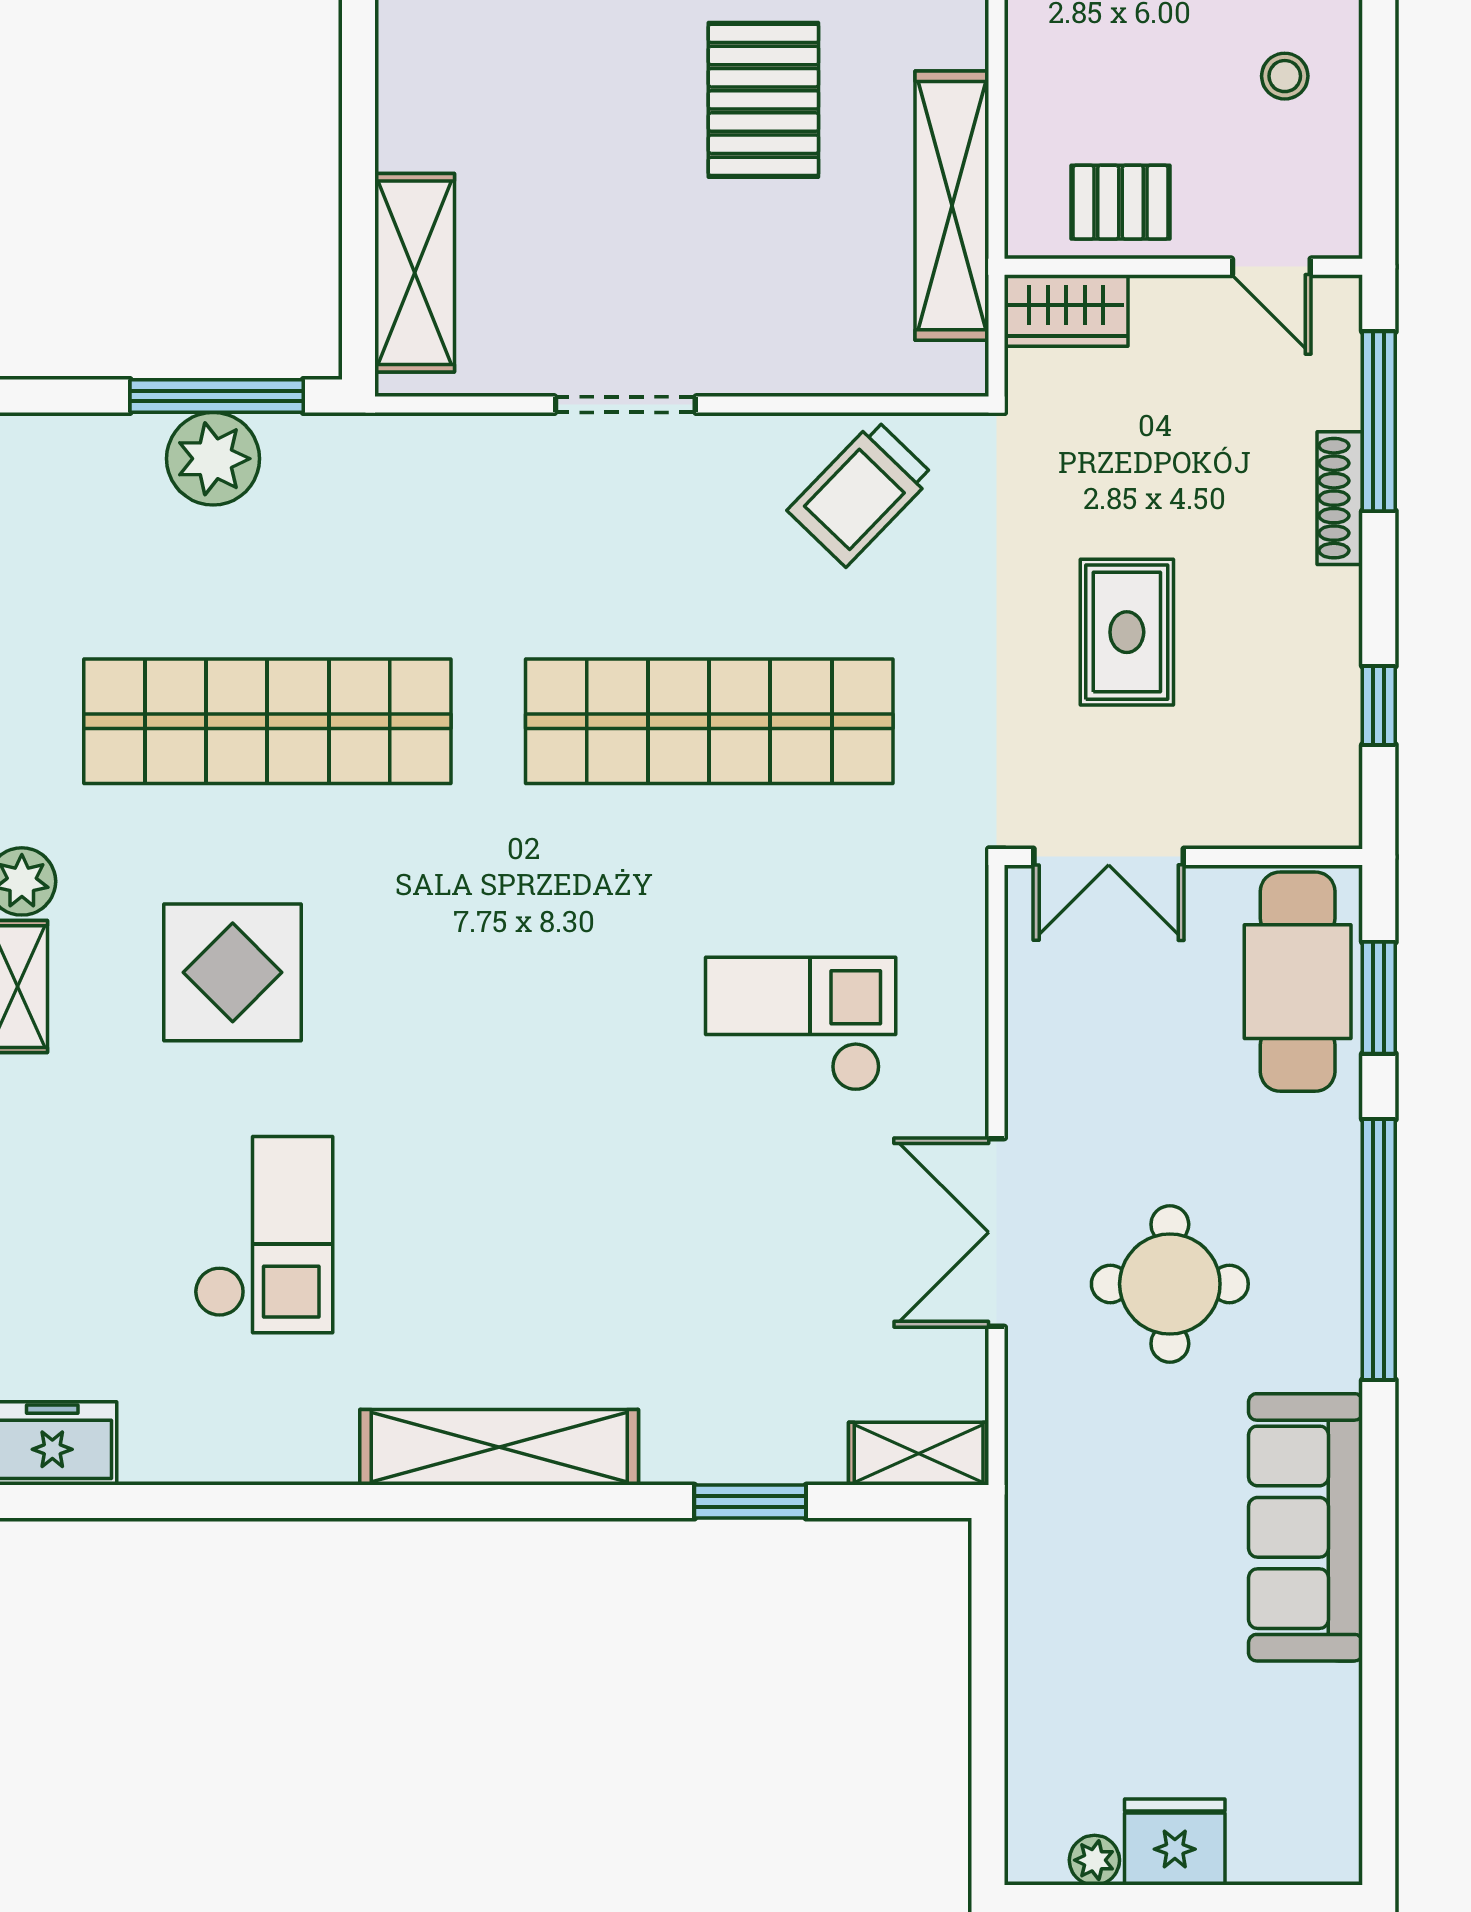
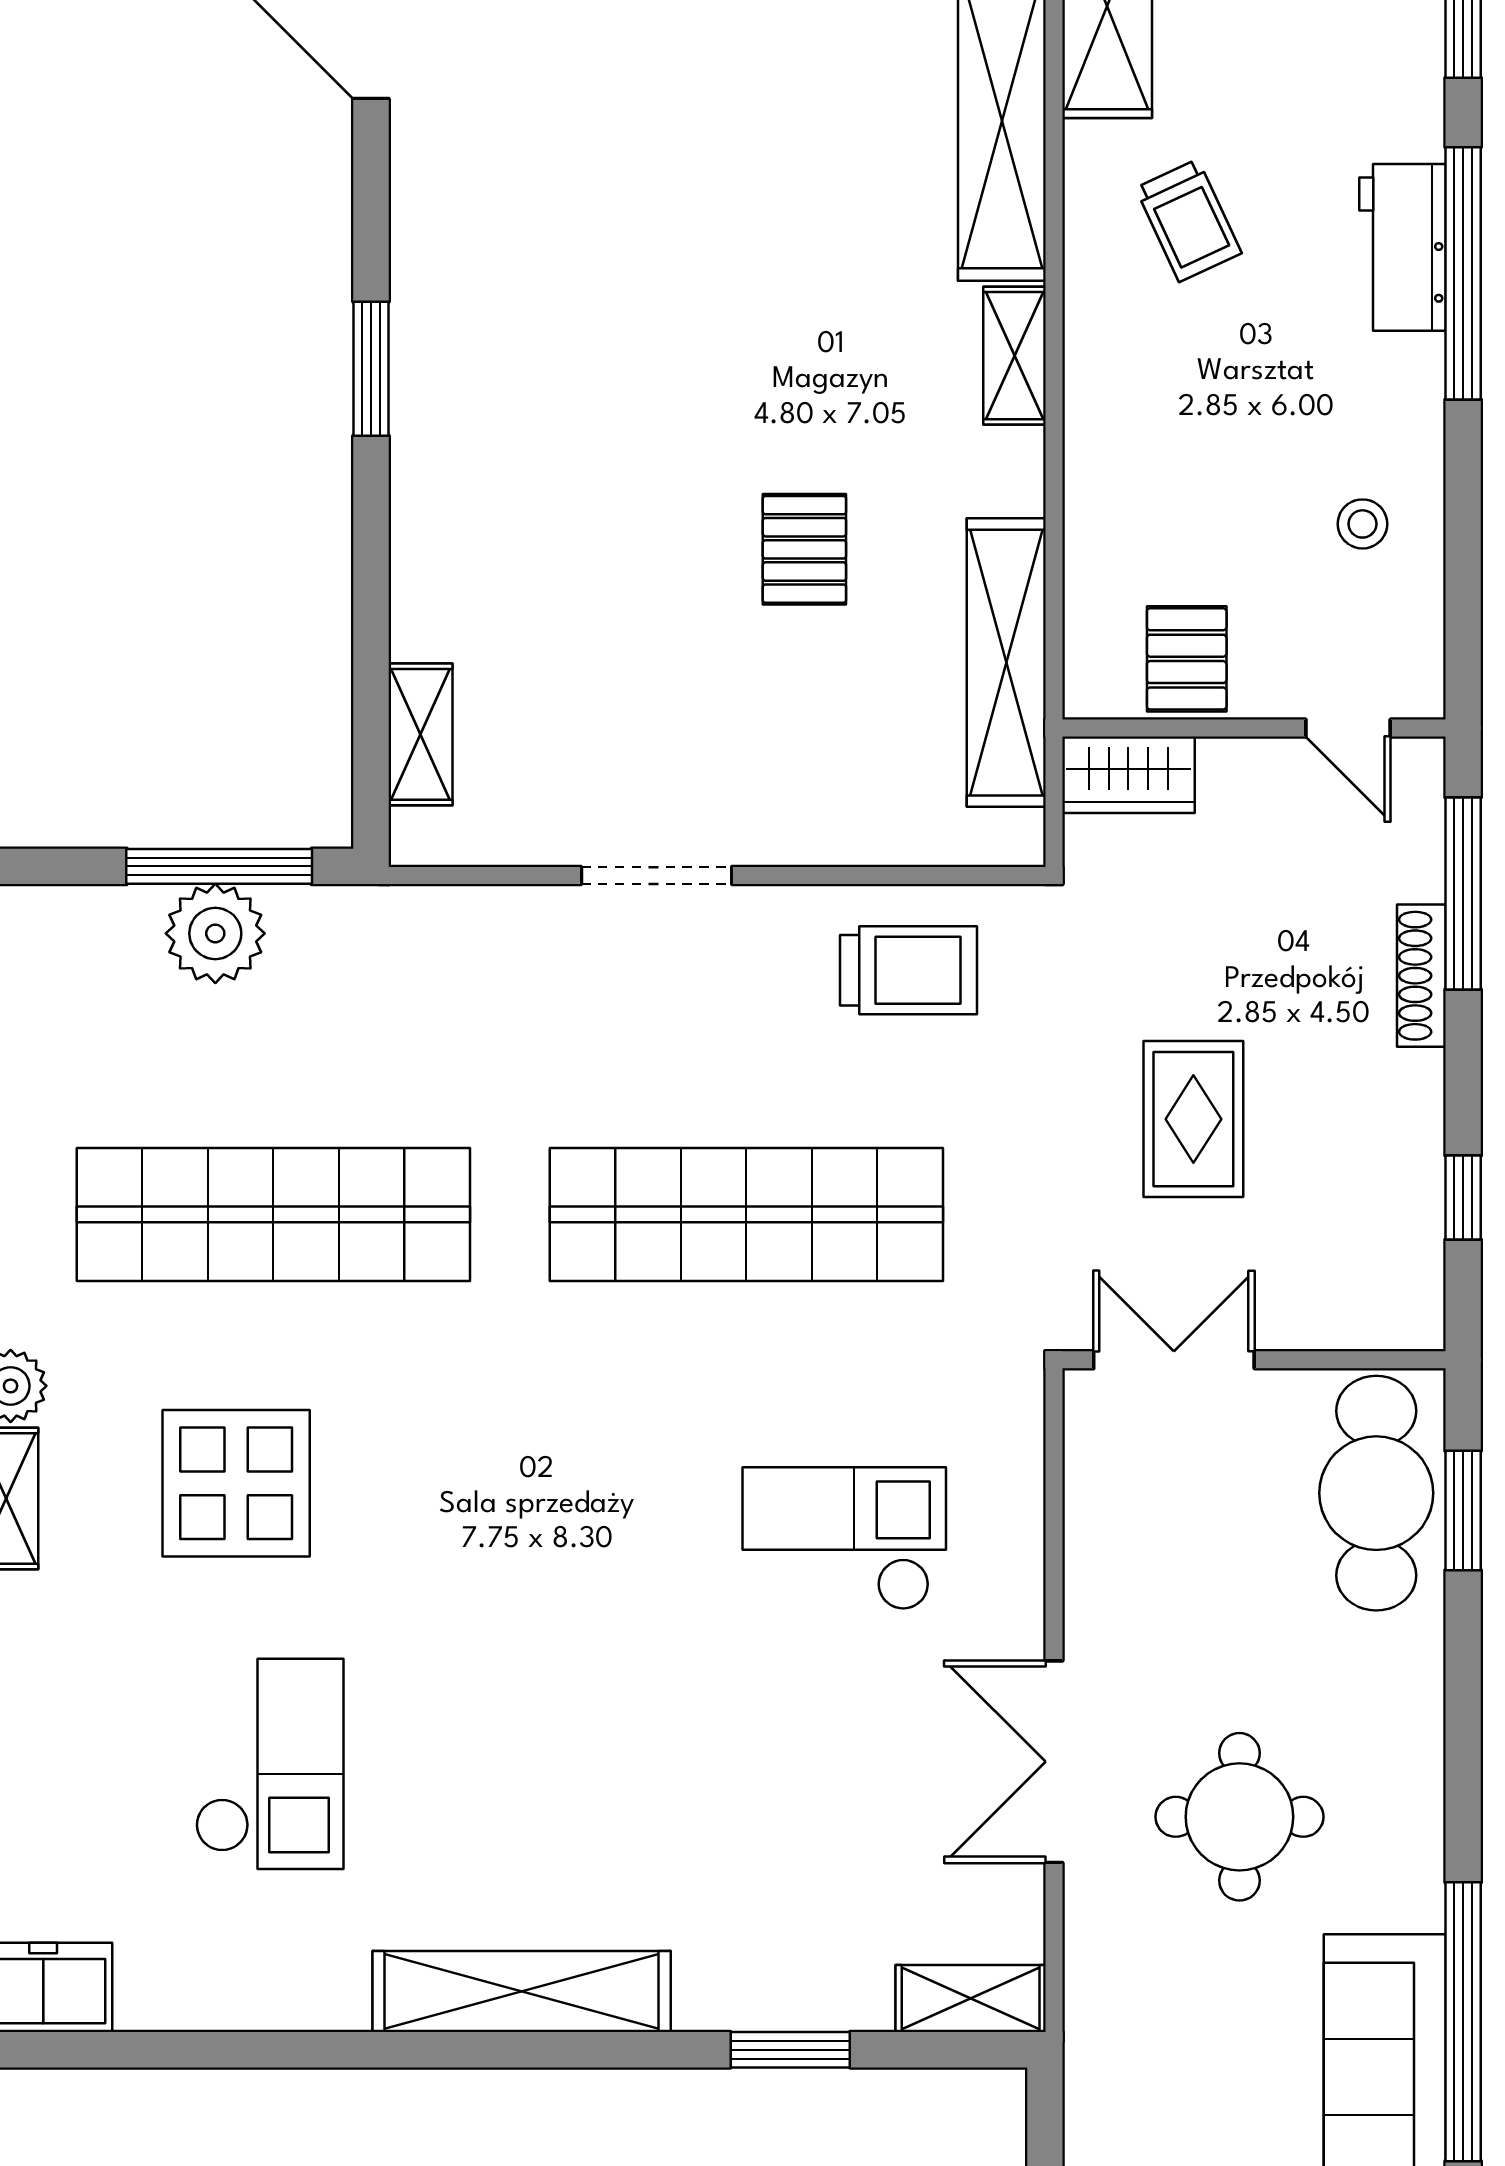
pallet: (763, 100) -> (804, 549), width x0.67, depth x0.71
pallet: (1120, 202) -> (1187, 659), turned 90
shelving: (415, 273) -> (420, 734), width x0.67, depth x0.75
trolley: (861, 493) -> (909, 970), turned -134
double door: (1109, 857) -> (1174, 1360), swing flipped
window: (1379, 1250) -> (1463, 2022), moved

